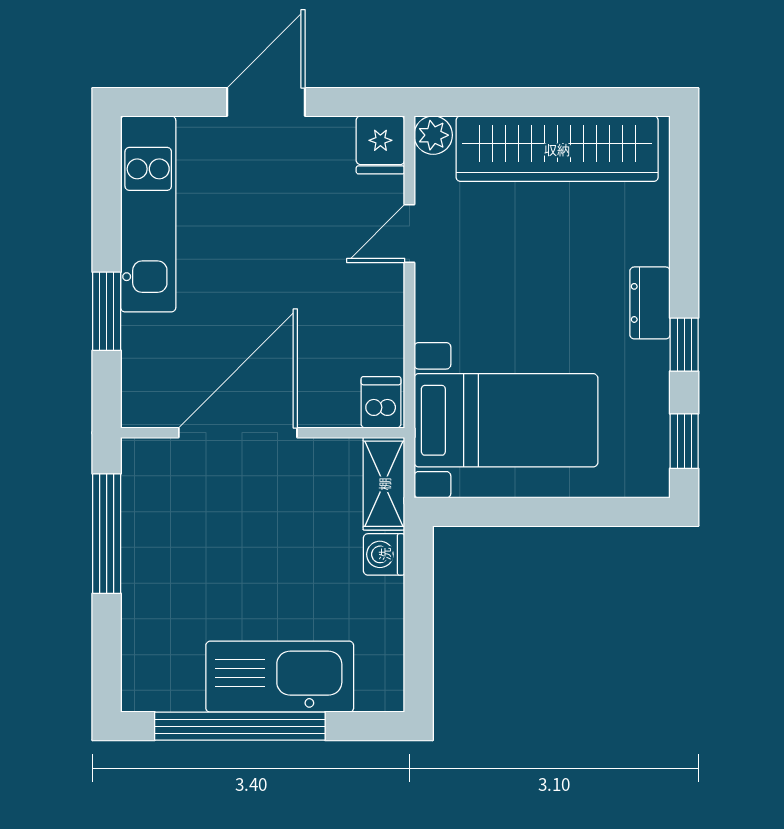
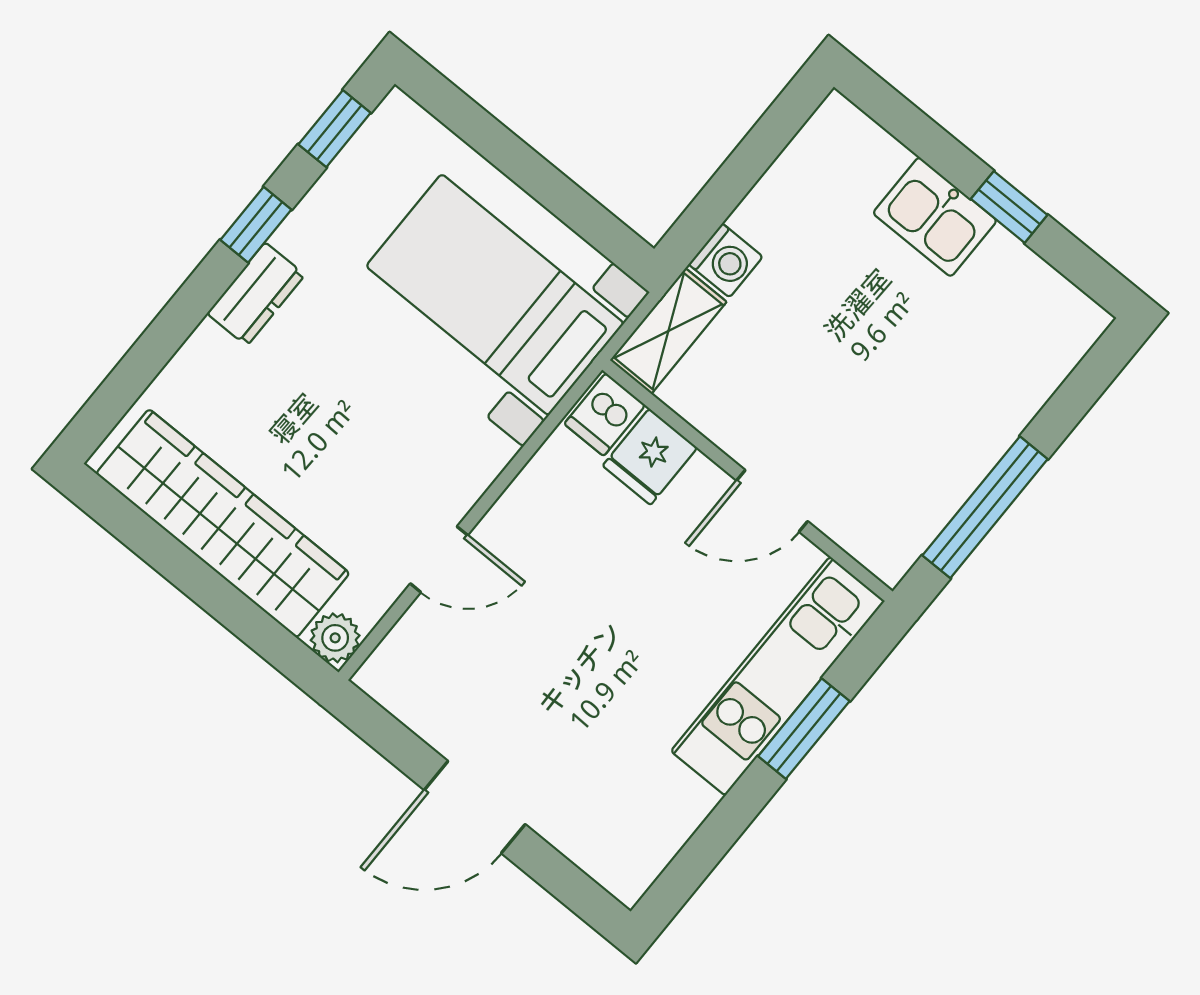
fridge: (380, 145) -> (650, 457), moved, turned 180
kitchen unit: (148, 214) -> (778, 676), moved
door: (238, 433) -> (772, 501), width x0.53
kitchen sink: (280, 677) -> (935, 217), width x0.53, depth x0.81
window: (240, 726) -> (1009, 207), width x0.32

